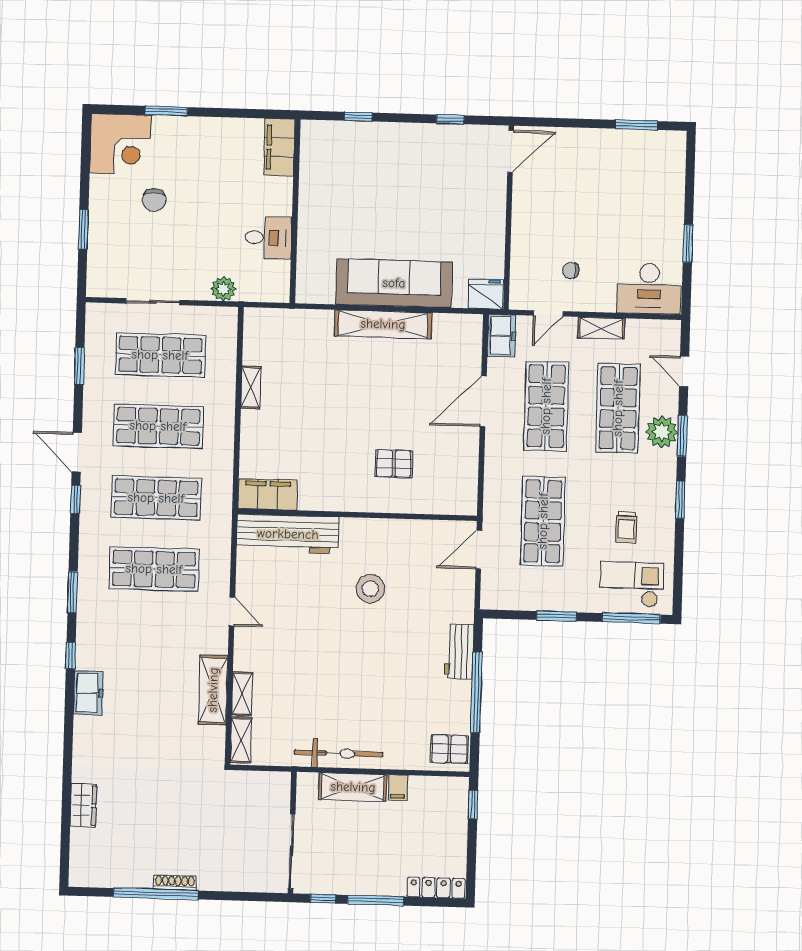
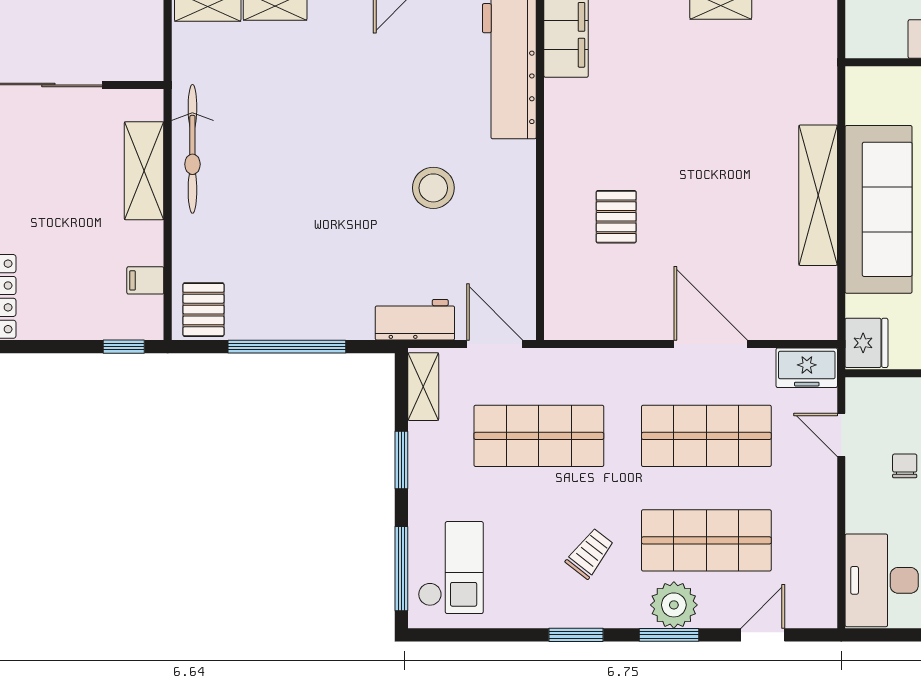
shelving: (601, 328) -> (423, 387), moved
trolley: (626, 527) -> (590, 553), moved, turned 127
workbench: (459, 651) -> (415, 320), moved
filing cabinet: (398, 788) -> (145, 280), moved

